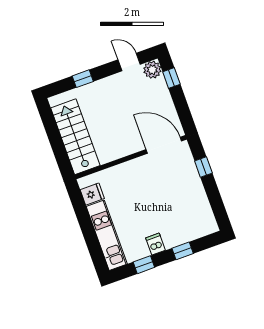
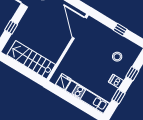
door: (164, 145) -> (80, 28), hinge flipped
window: (203, 167) -> (120, 30), moved
stool: (181, 216) -> (117, 57), added

